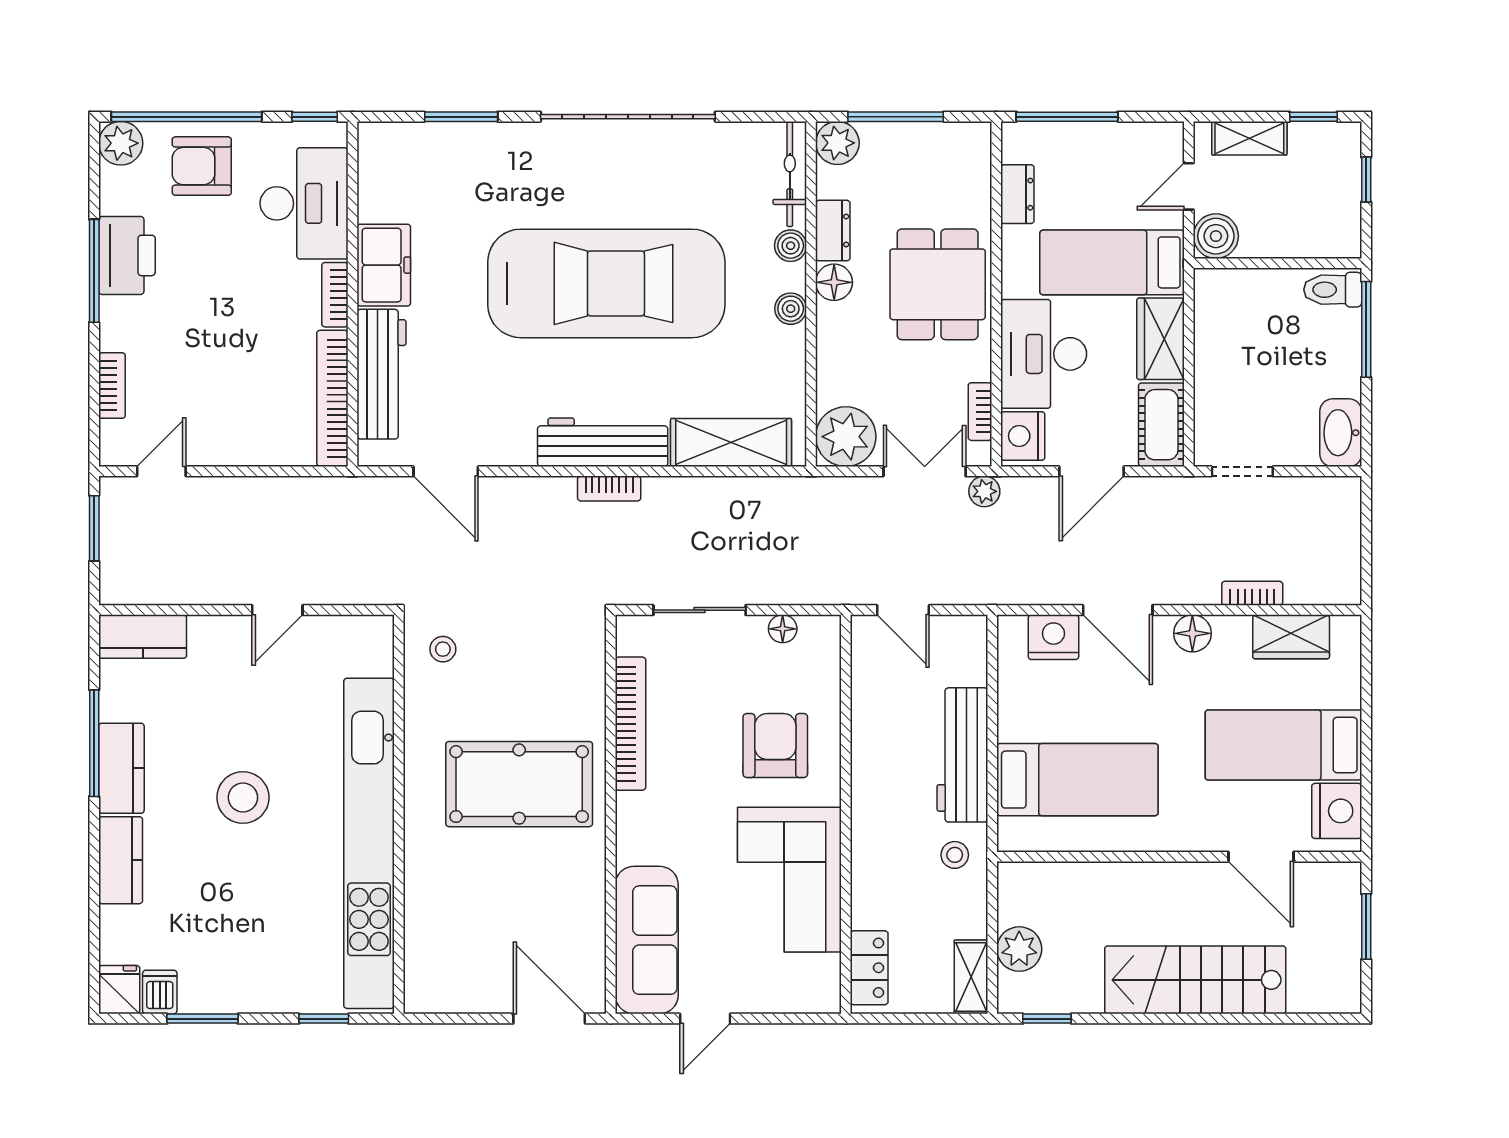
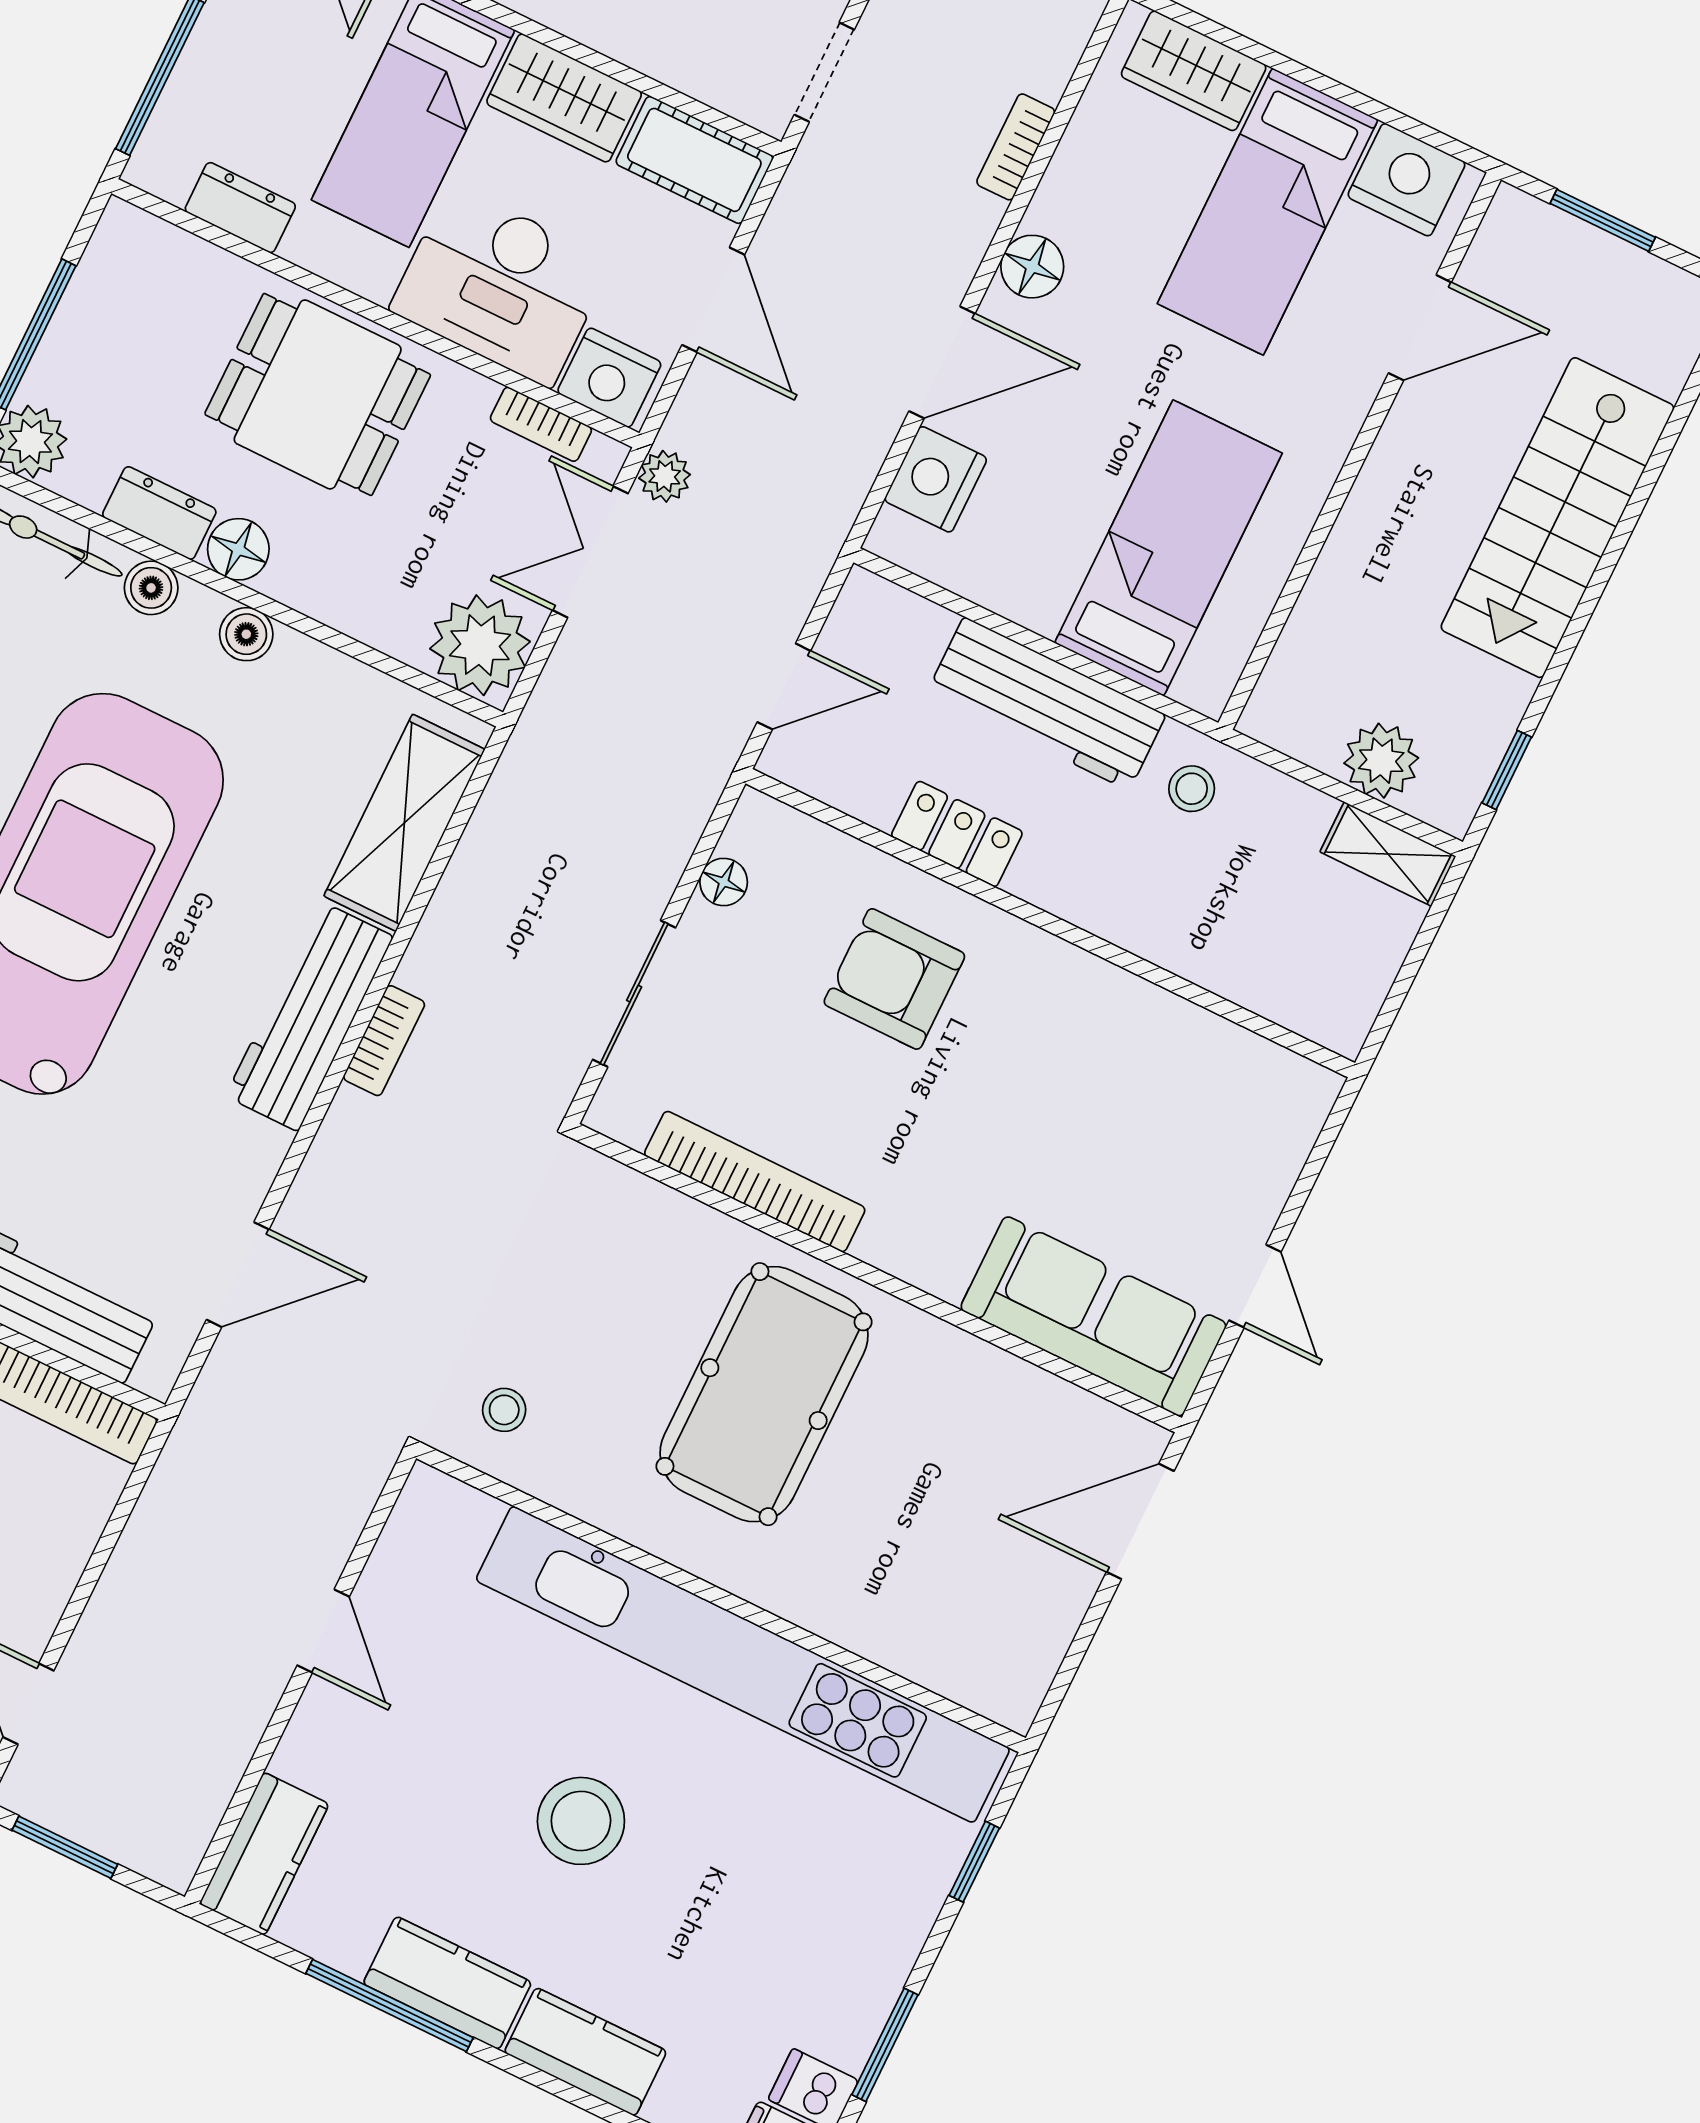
wardrobe: (1291, 637) -> (1194, 71), moved, turned 90
corner sofa: (789, 880) -> (1107, 1056), removed
locker: (869, 968) -> (957, 834), moved

